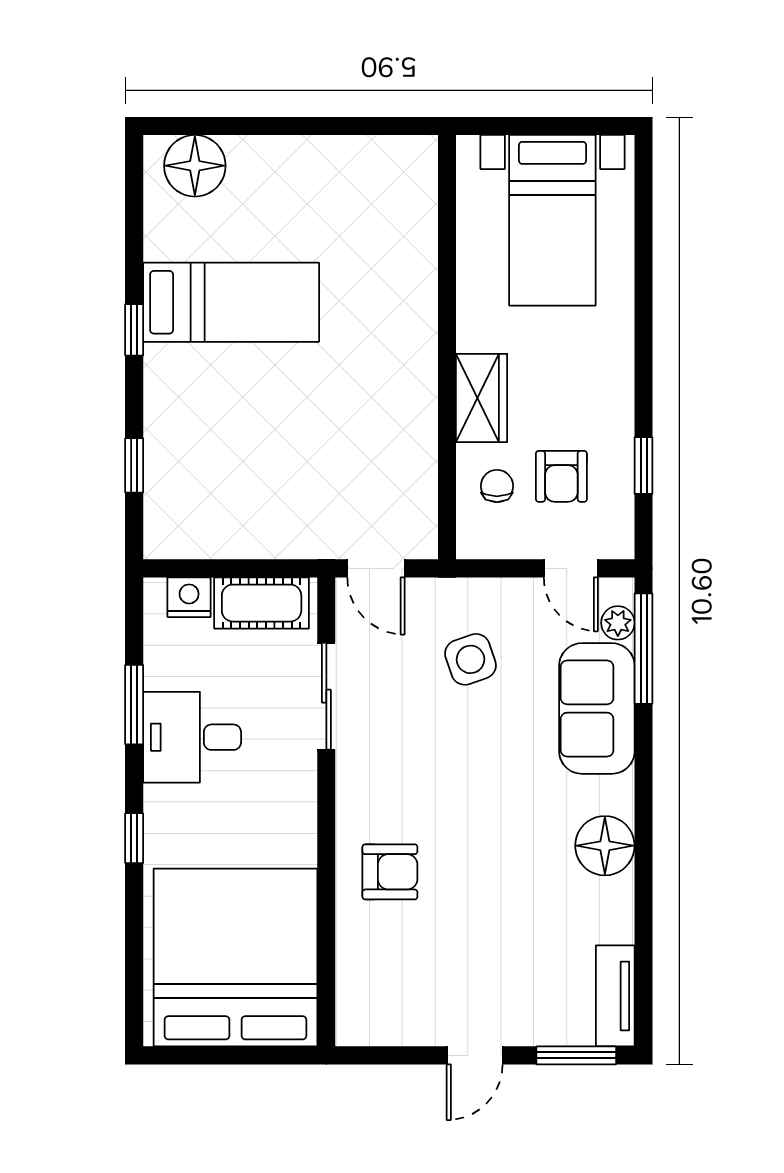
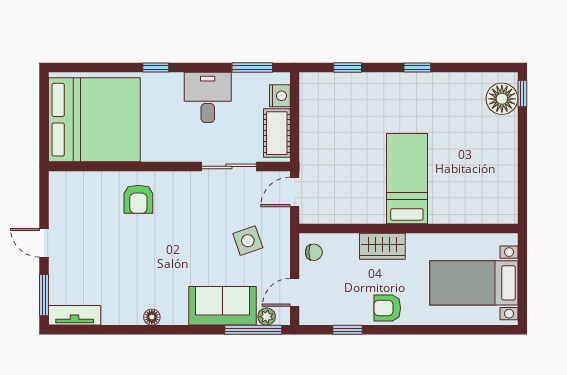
window: (185, 126) -> (522, 93), added
bed: (231, 302) -> (407, 179), moved, turned 180
armchair: (561, 476) -> (387, 308), moved
chair: (497, 486) -> (314, 252), moved
window: (134, 705) -> (252, 68), moved
floor lamp: (605, 846) -> (152, 317), width x0.53, depth x0.53

